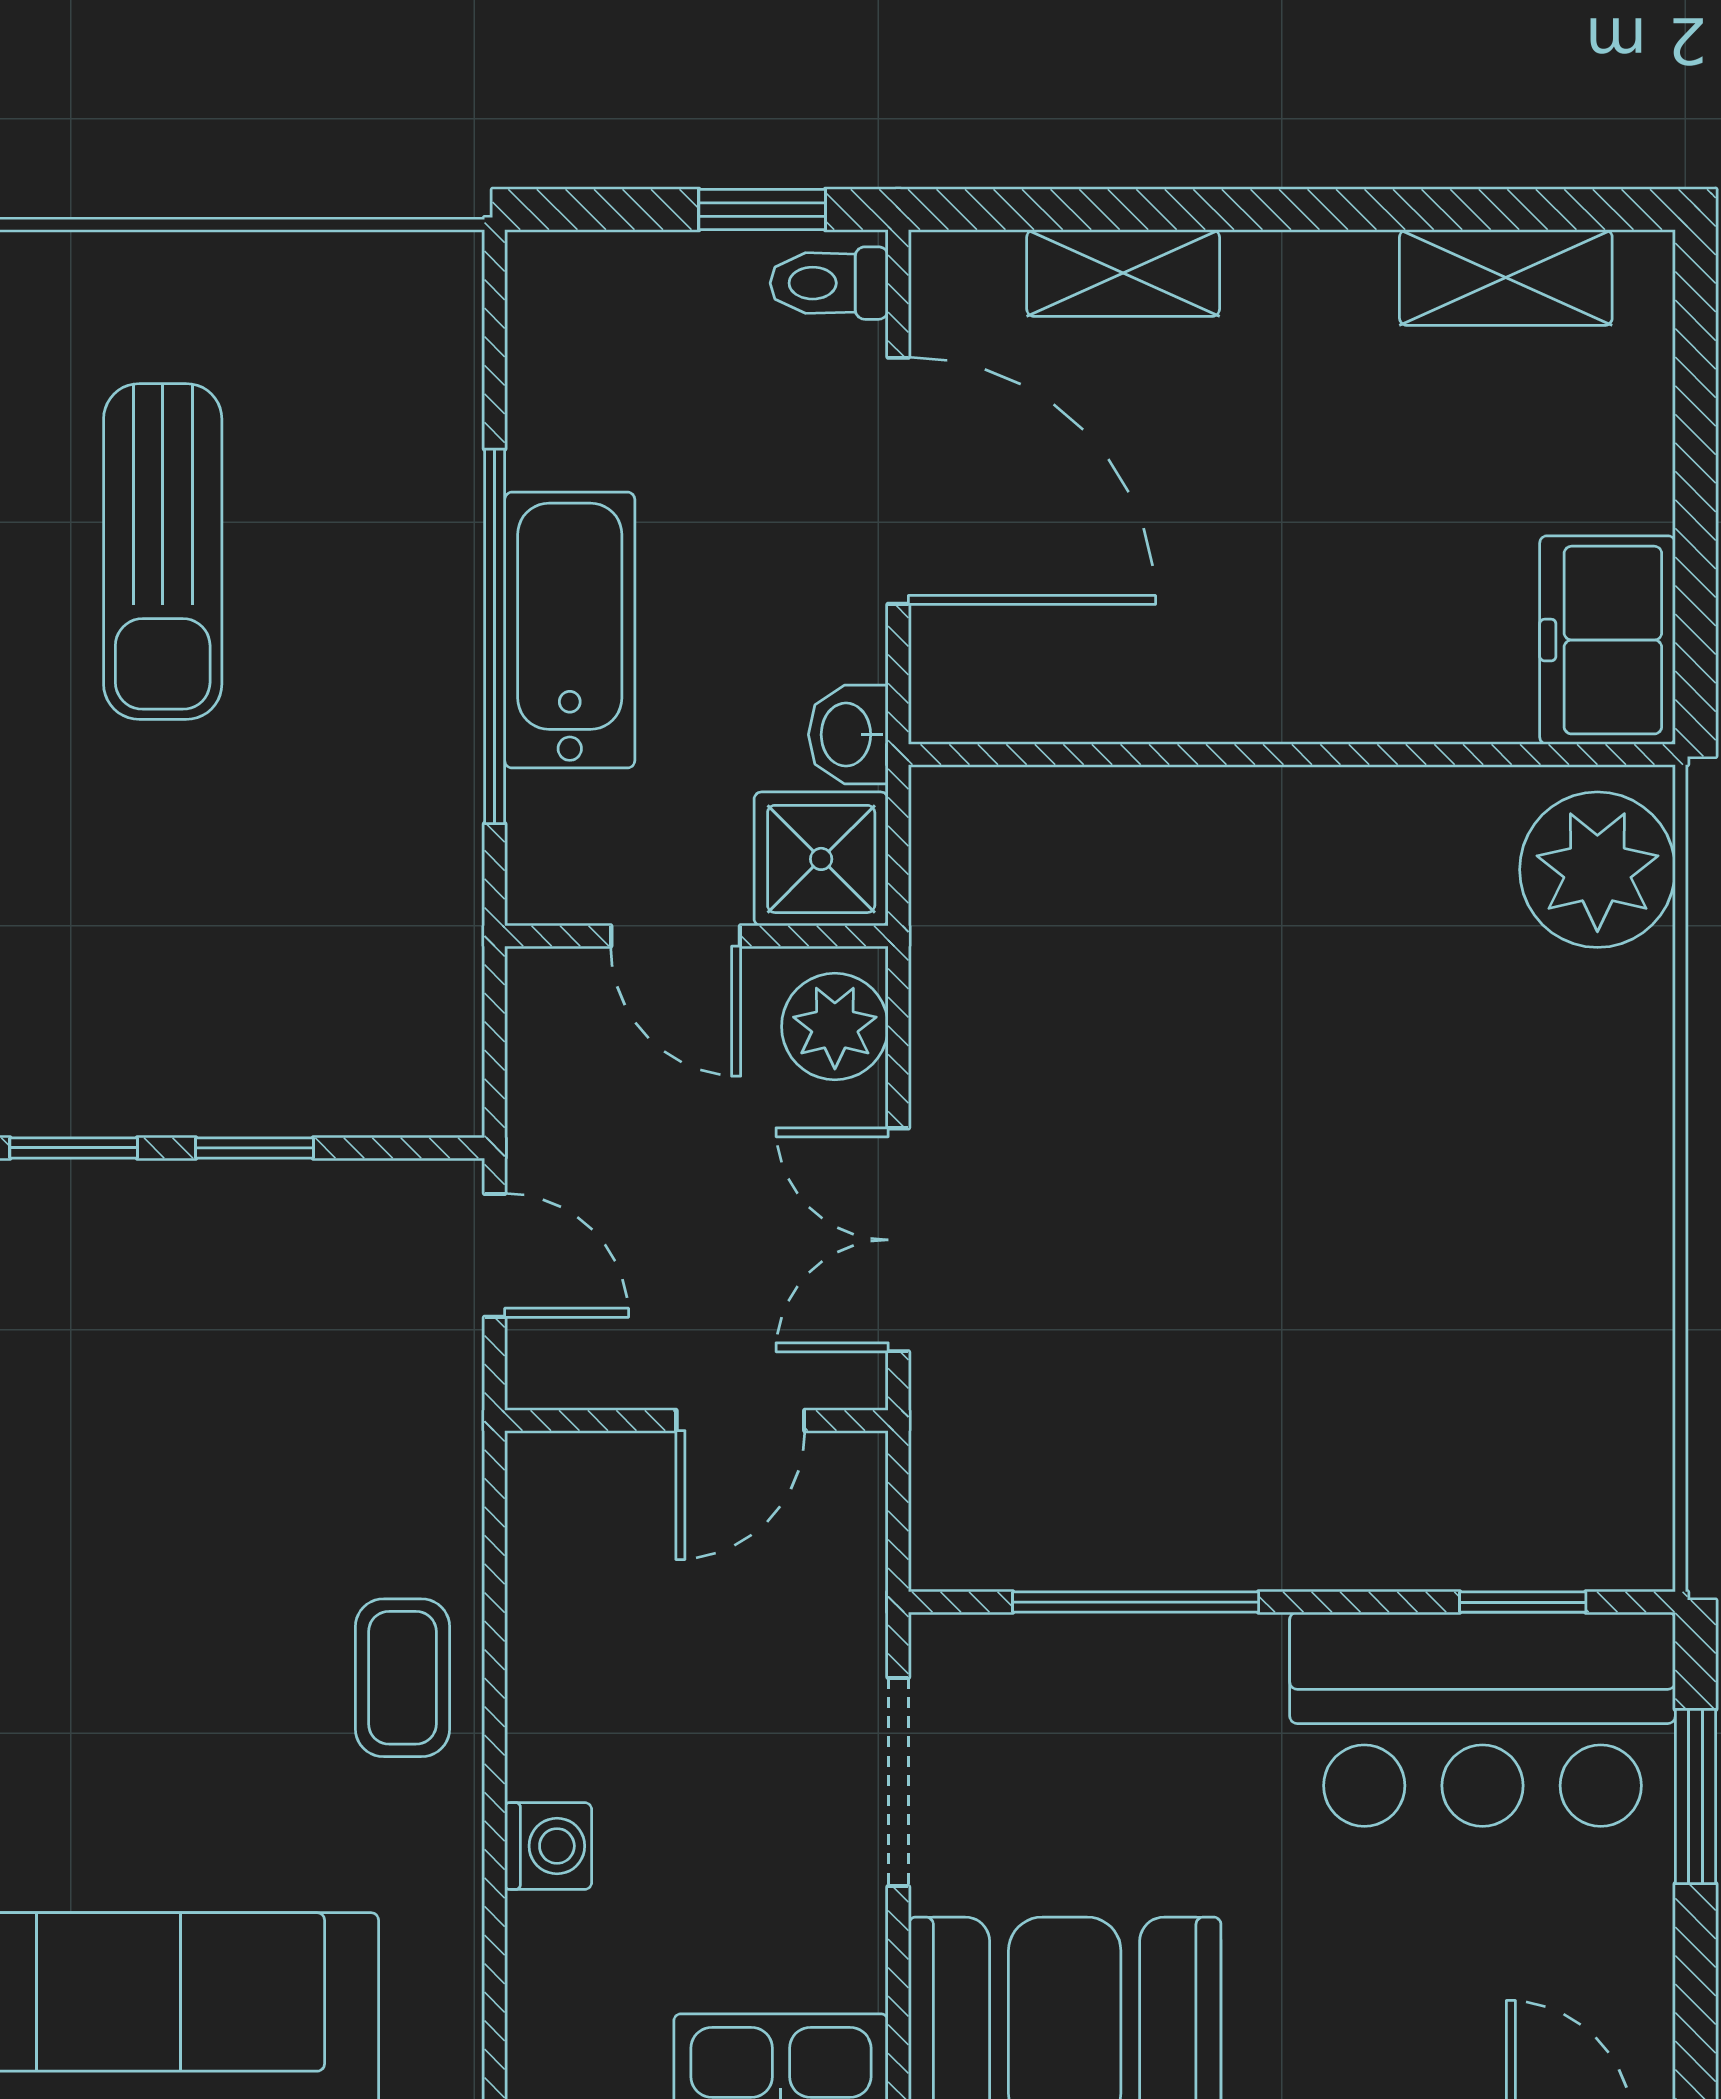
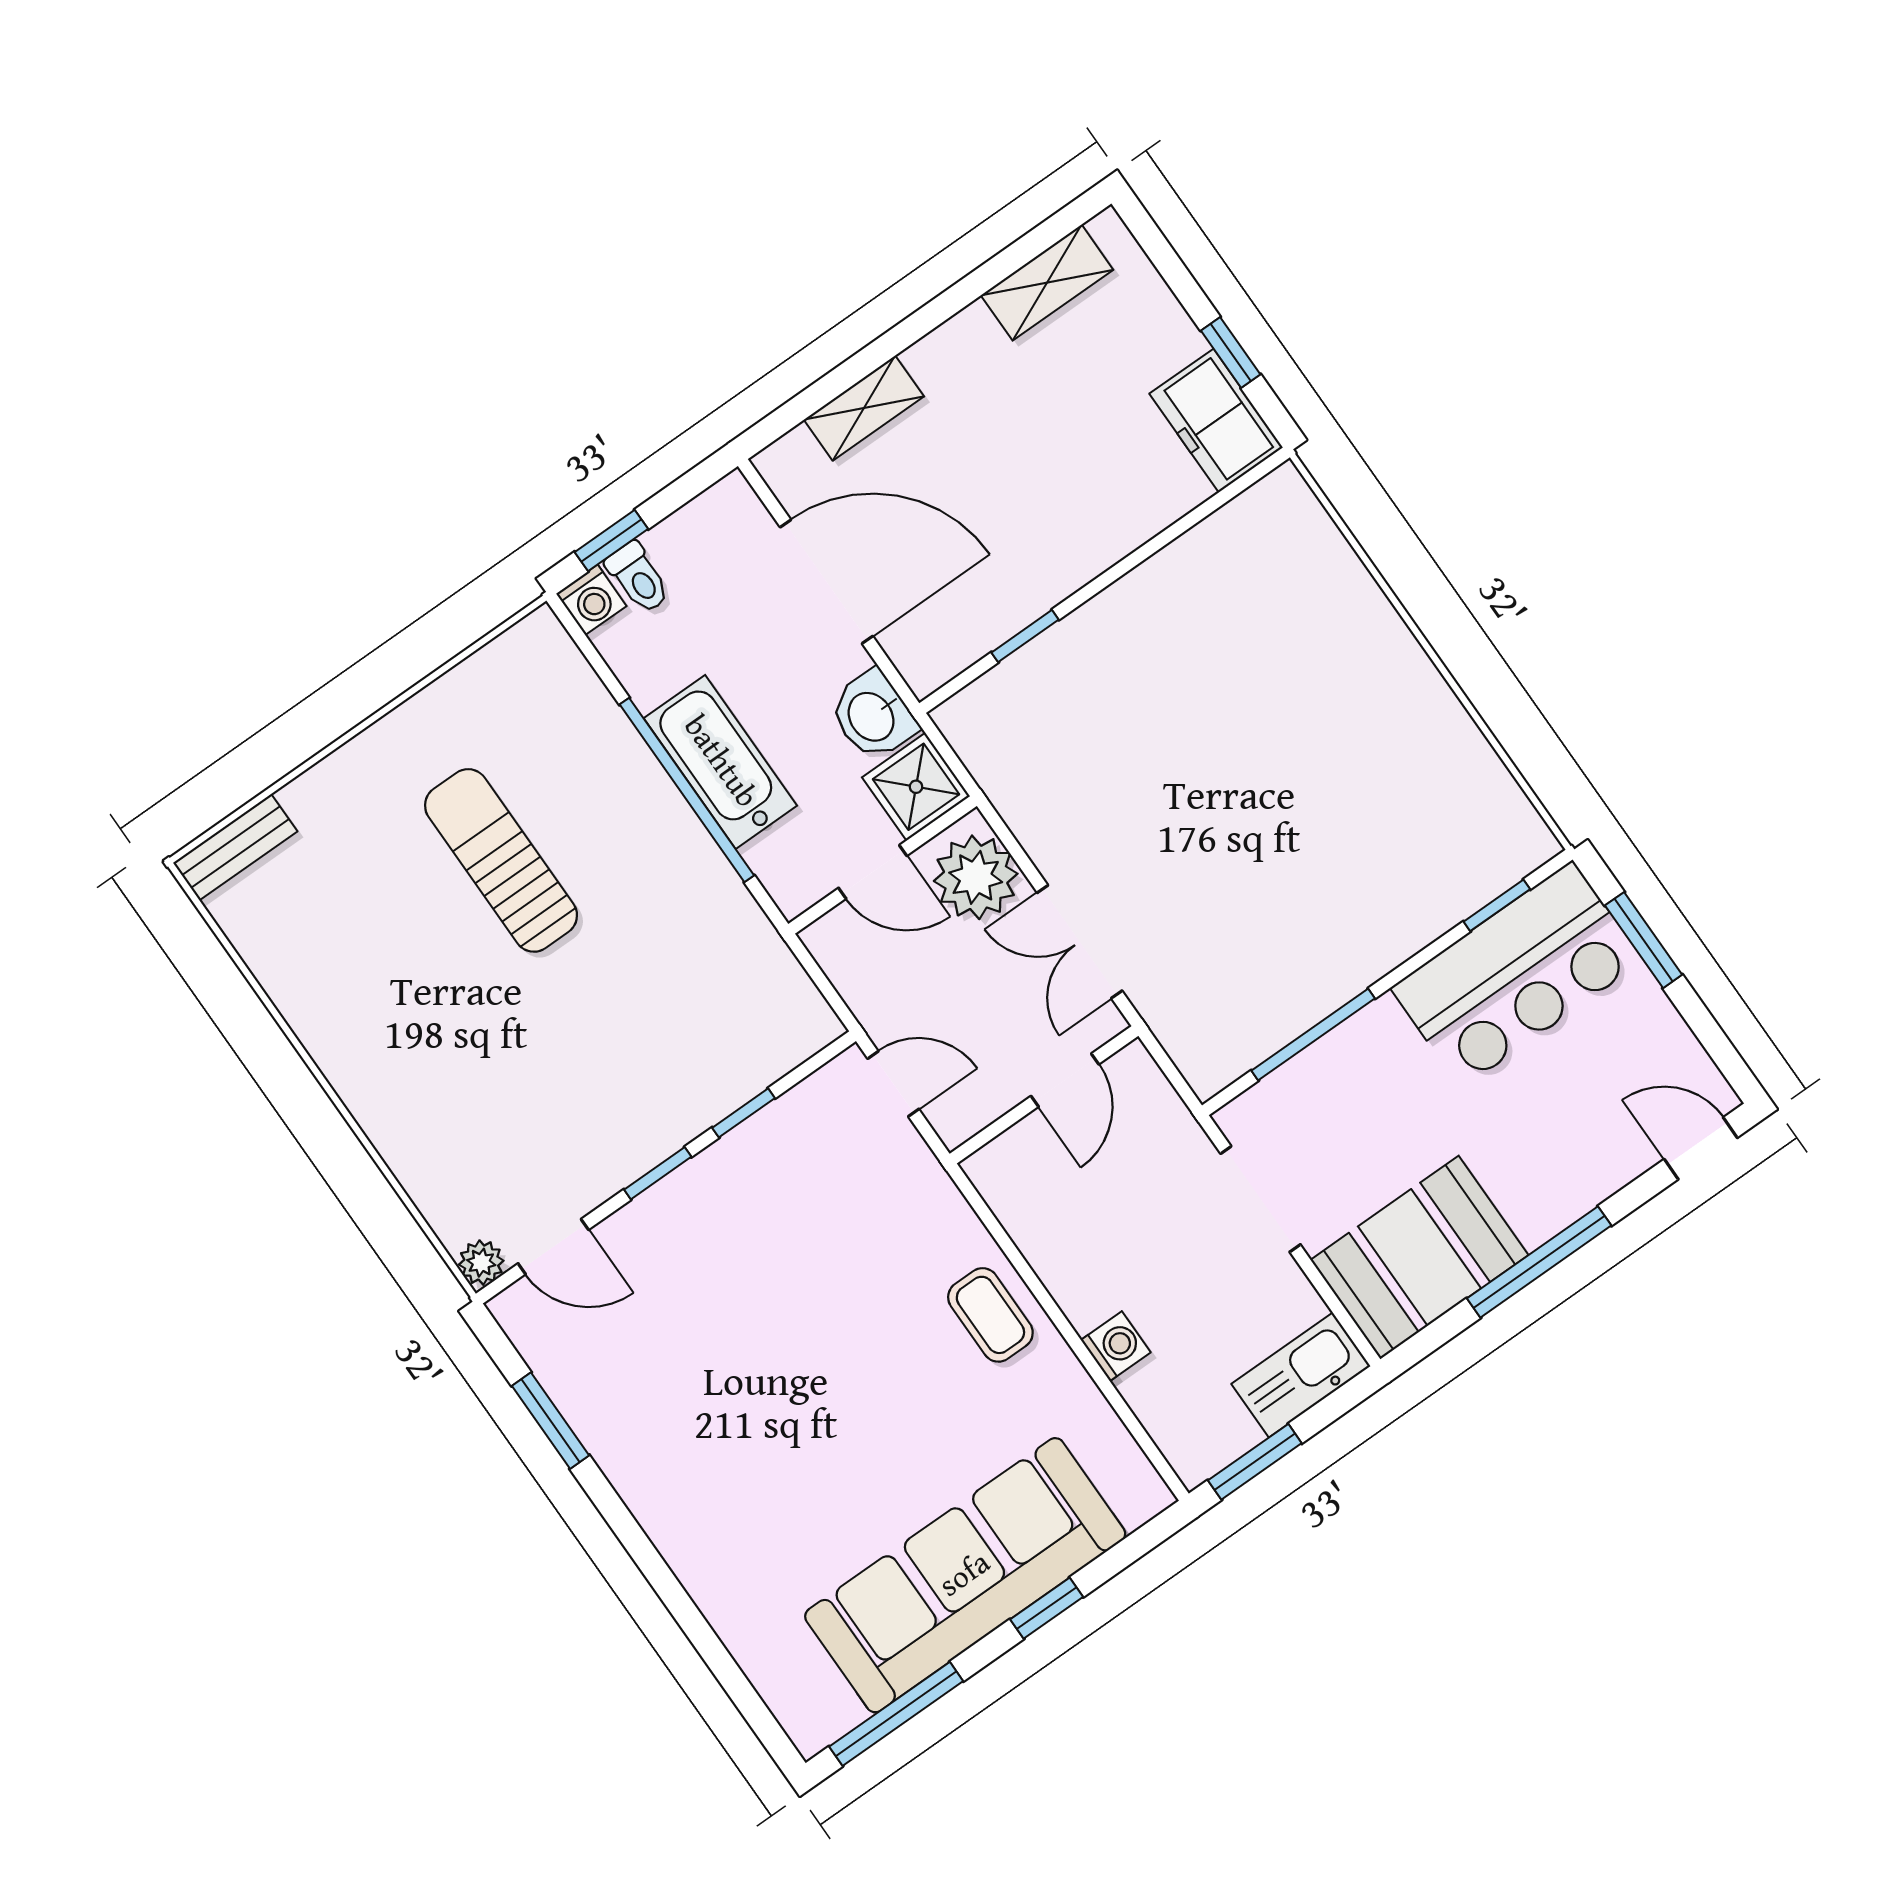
window: (762, 210) -> (611, 540), moved
washing machine: (548, 273) -> (591, 600), added
toilet: (829, 283) -> (638, 578), moved, turned -90
sun lounger: (163, 551) -> (501, 860), turned 180
window: (1695, 558) -> (1231, 353), added
washbasin: (848, 735) -> (873, 716), width x1.38, depth x1.45
window: (1124, 754) -> (1025, 636), added
plant: (1597, 870) -> (1288, 533), removed
plant: (835, 1027) -> (976, 877), width x1.36, depth x1.36

